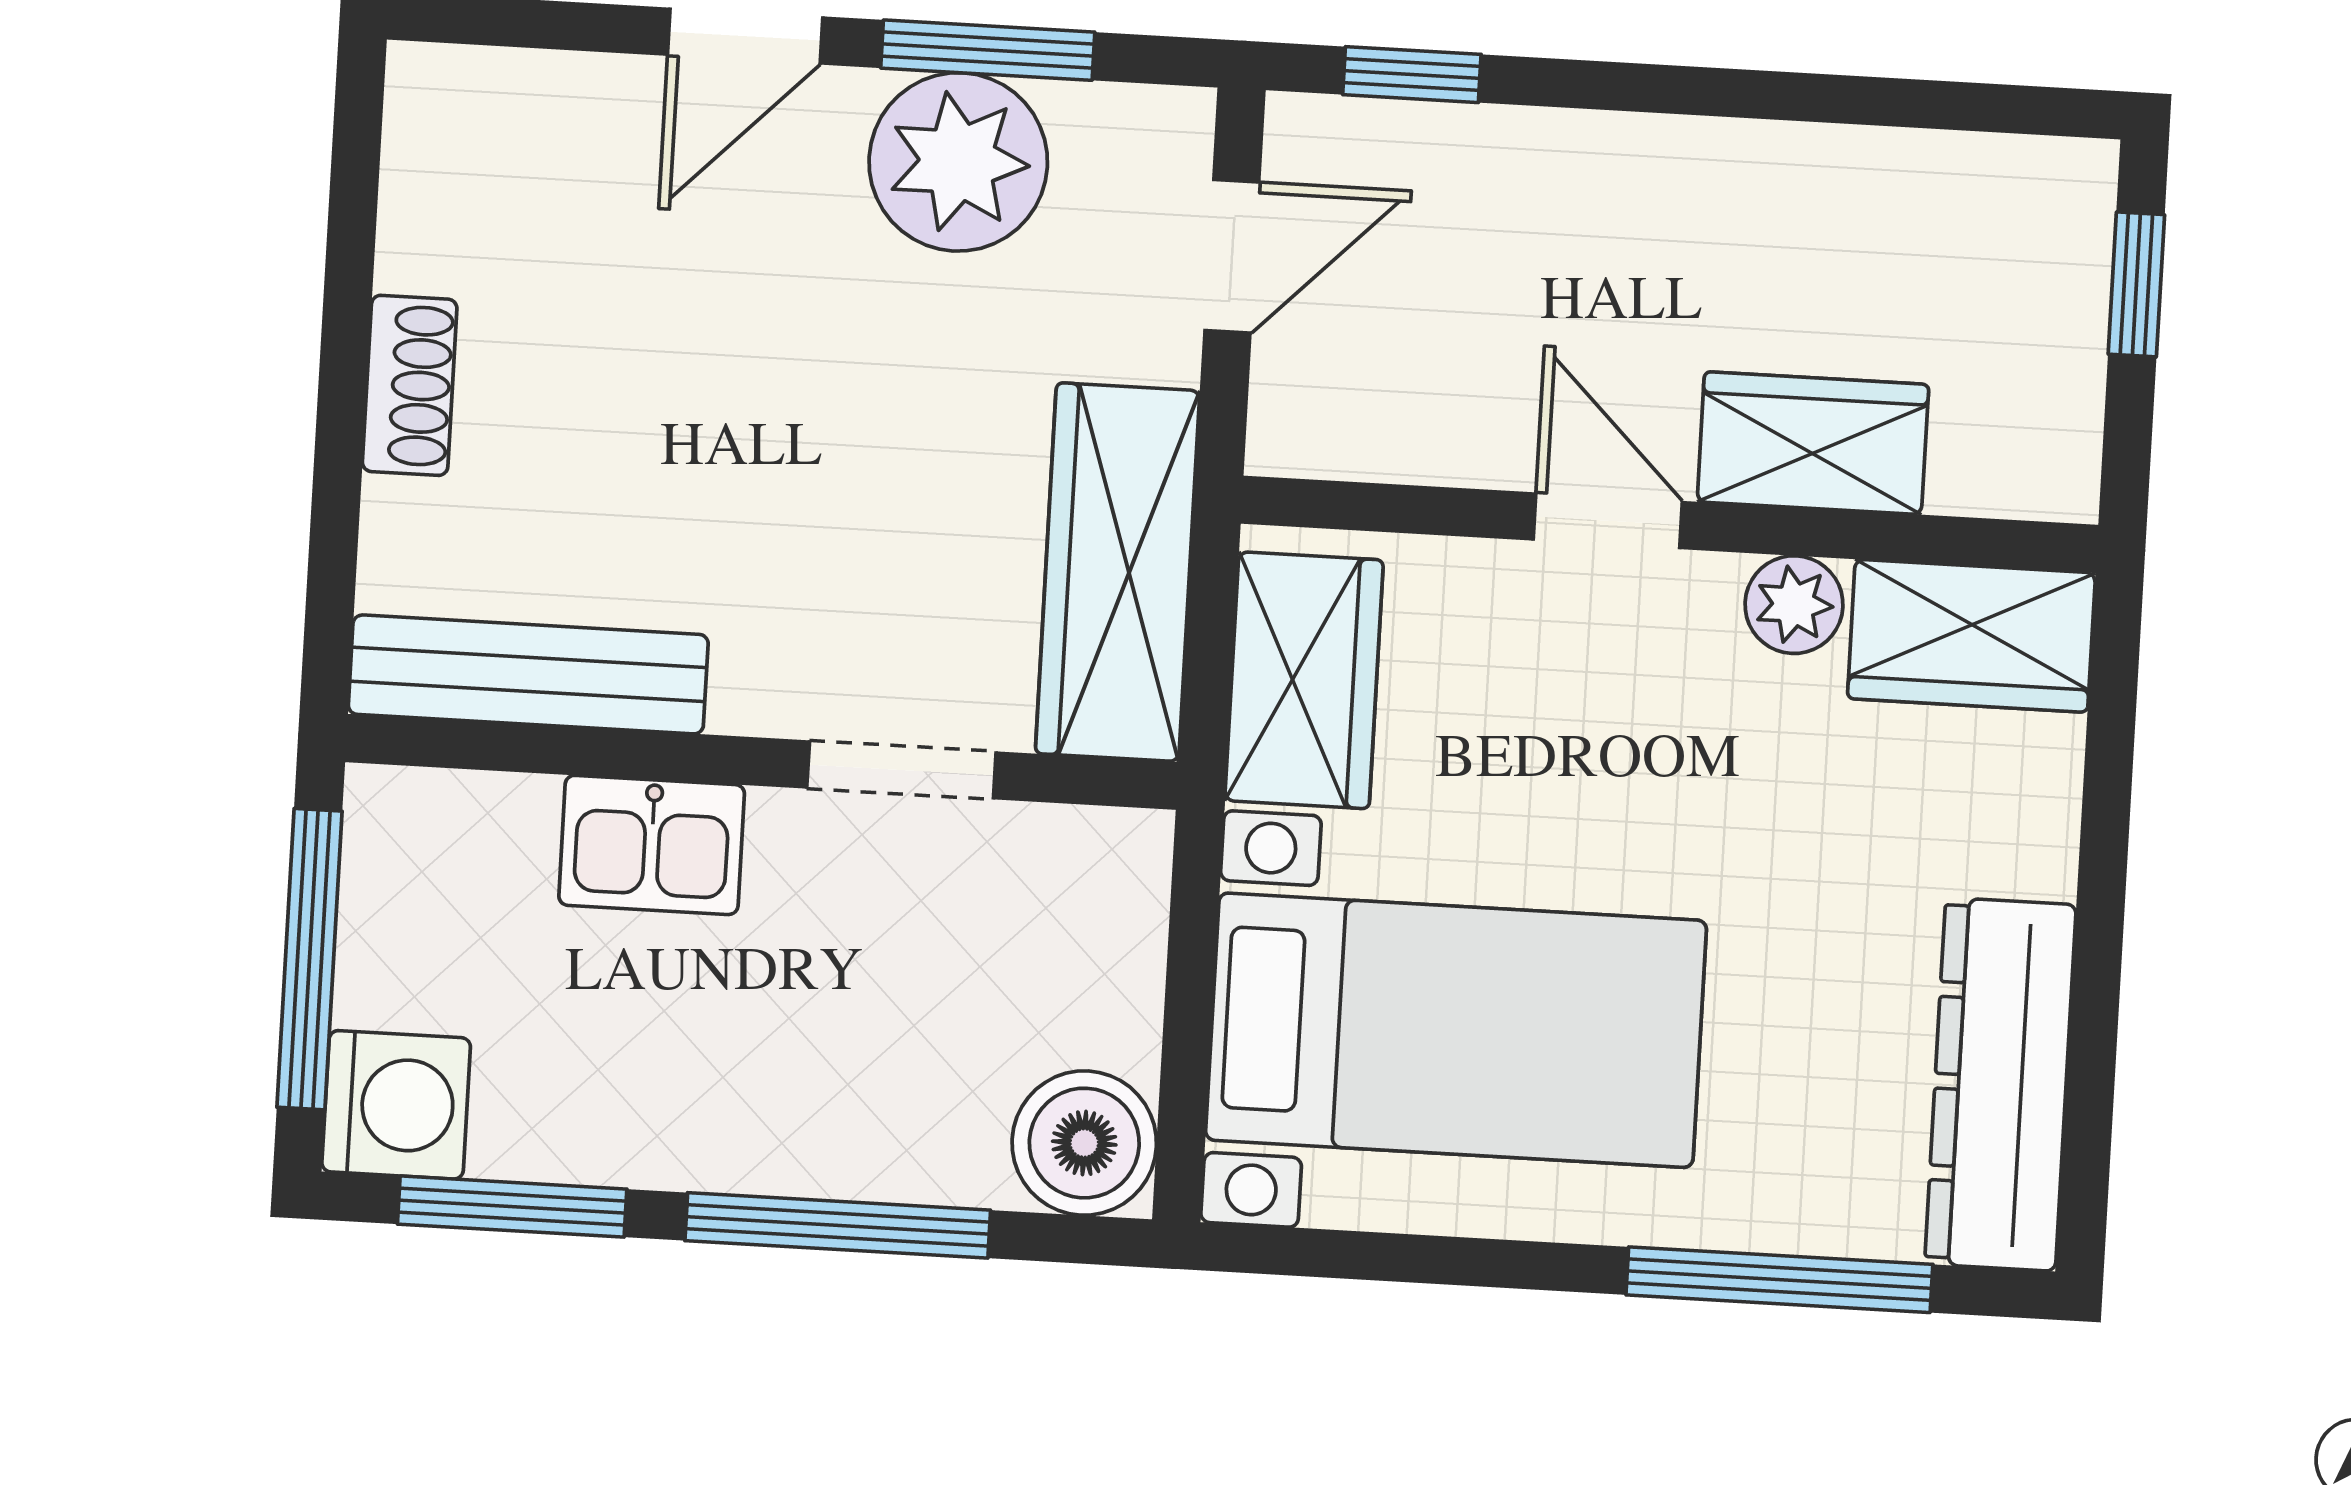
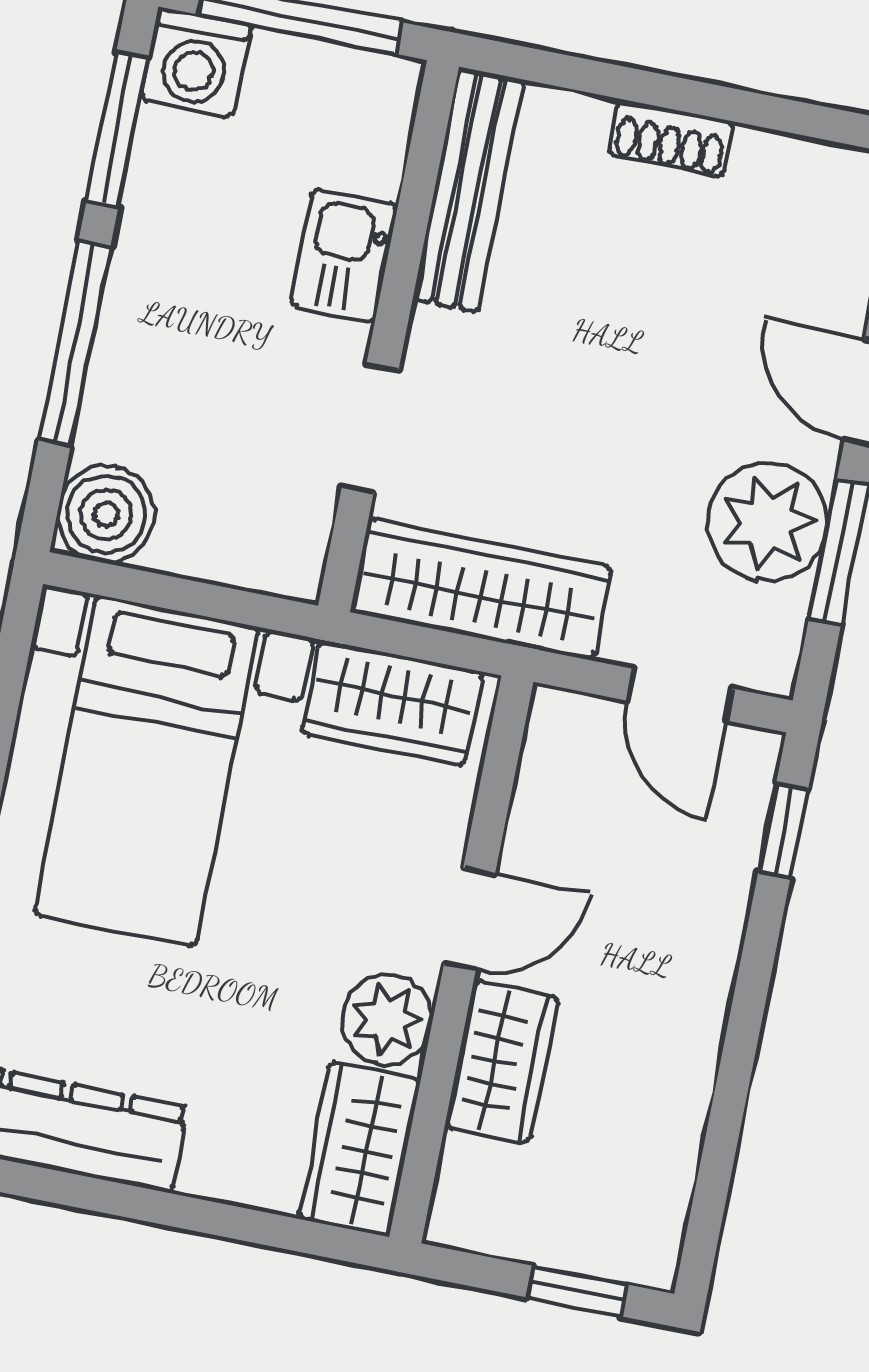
plant: (1794, 605) -> (387, 1020), width x1.38, depth x1.38

